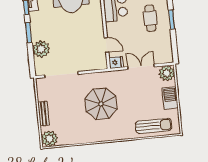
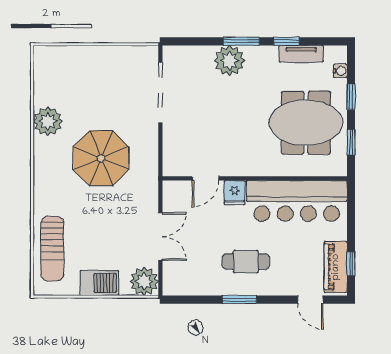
plant: (41, 49) -> (229, 61), moved
fridge: (116, 62) -> (235, 193), moved
bench: (43, 113) -> (94, 54), removed
plant: (49, 139) -> (48, 121), moved

